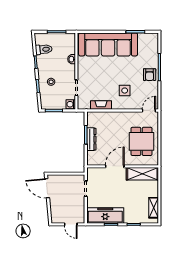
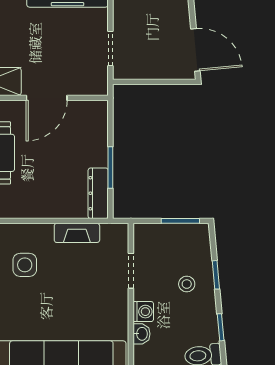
washing machine: (71, 104) -> (143, 312), moved
dresser: (91, 139) -> (98, 193), moved

